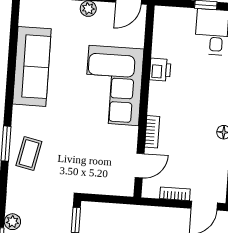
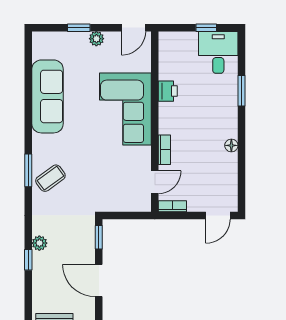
coffee table: (29, 154) -> (50, 178), turned 42
bookcase: (175, 194) -> (172, 206), moved

